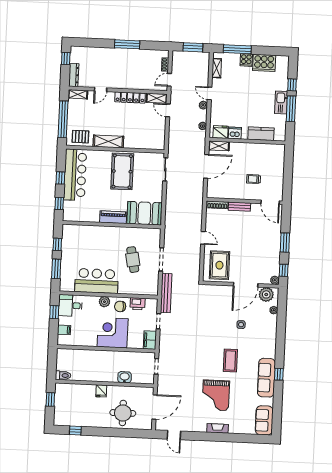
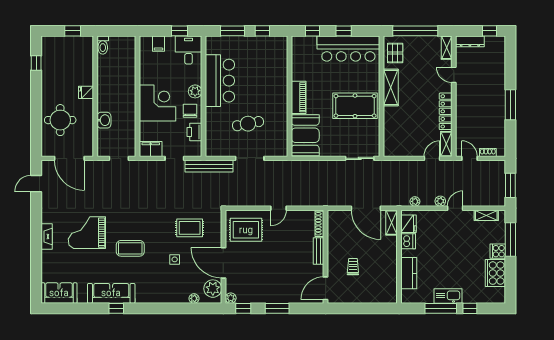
rug: (216, 311) -> (190, 228), added

